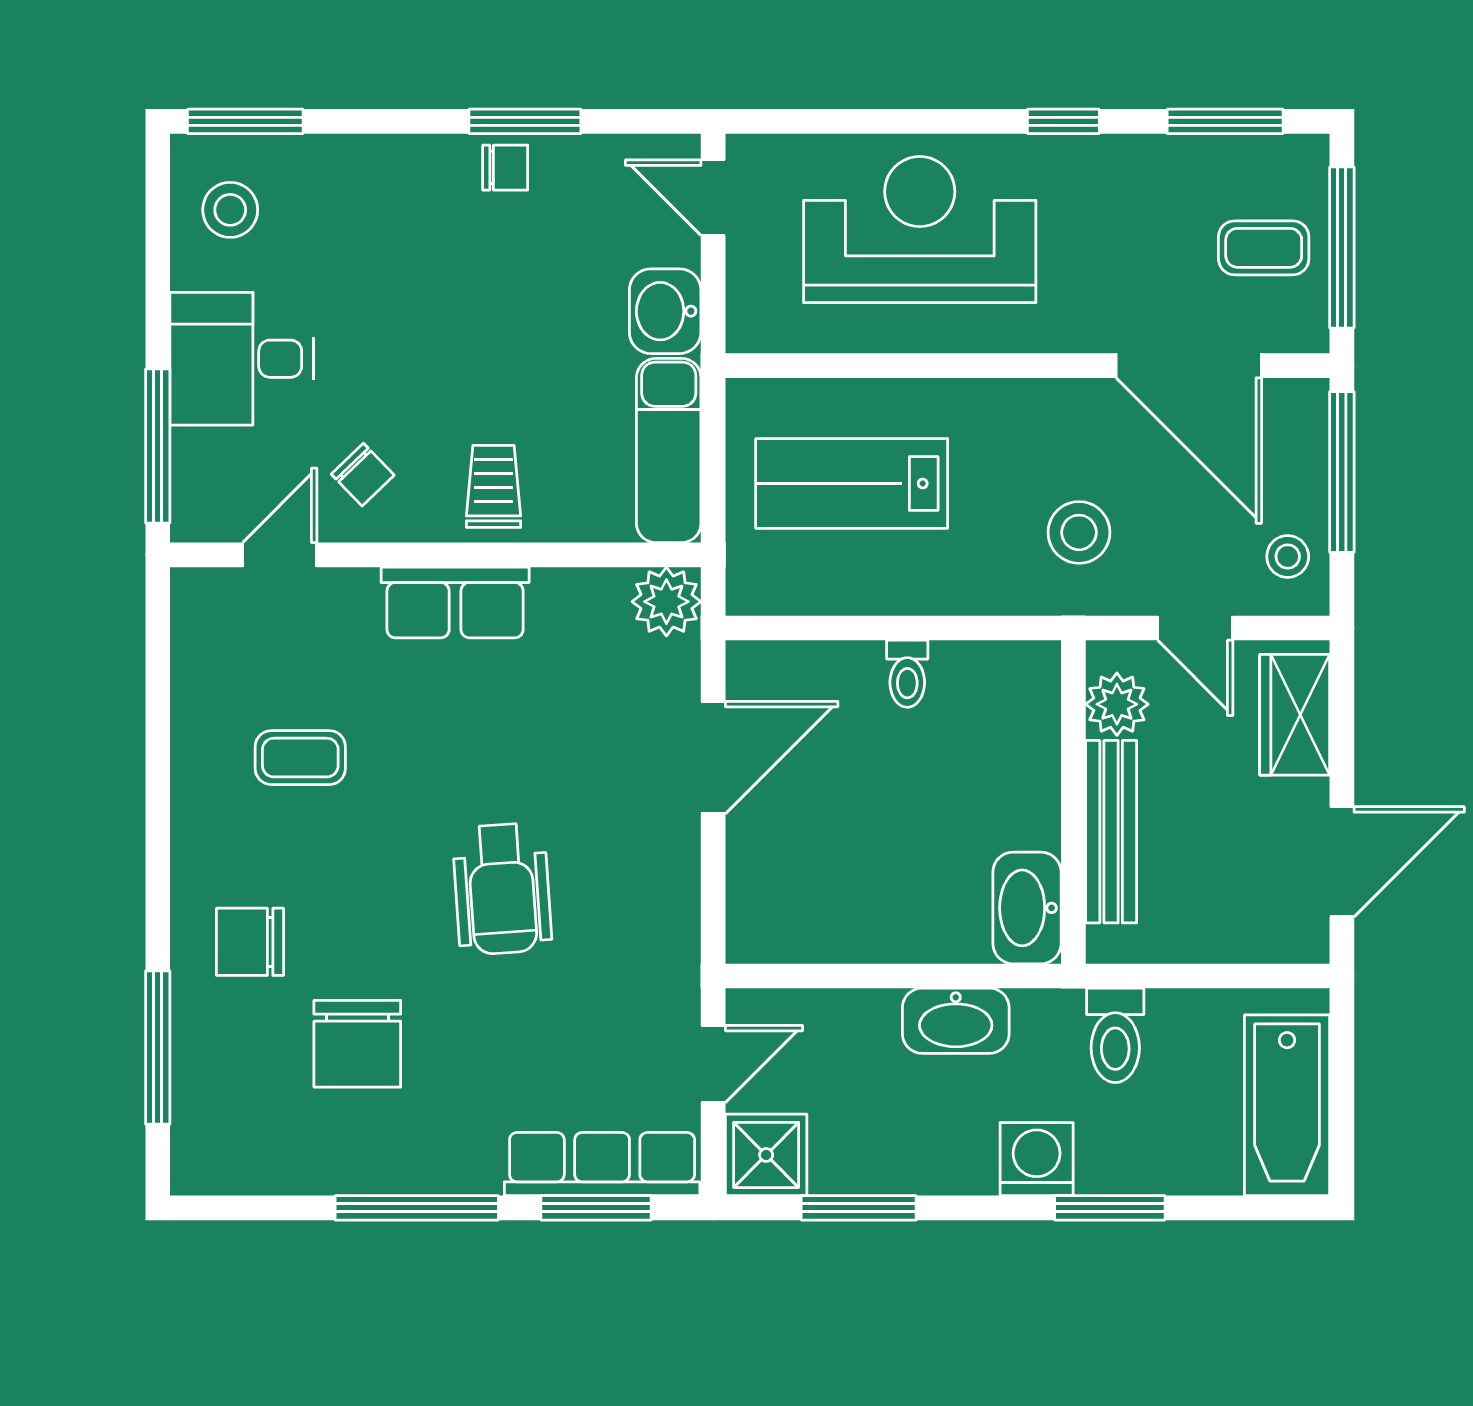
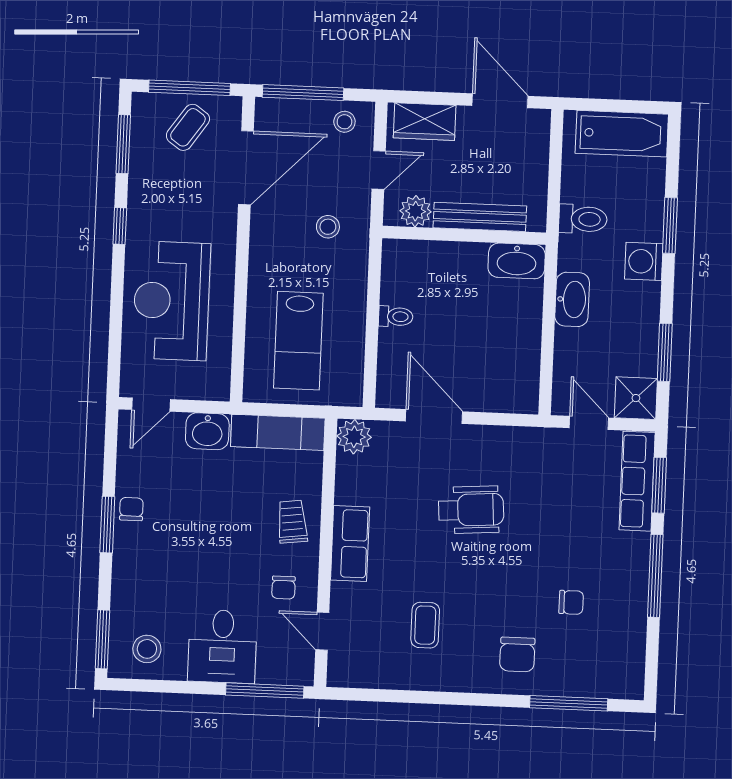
window: (525, 121) -> (107, 525), moved
coffee table: (1264, 248) -> (188, 127), turned 35
chair: (363, 475) -> (284, 588), turned 134
trolley: (494, 486) -> (292, 522), turned 83
stool: (1079, 532) -> (328, 227), width x0.73, depth x0.73
wheelchair: (502, 889) -> (471, 510), moved
chair: (357, 1044) -> (571, 602), width x0.54, depth x0.54

